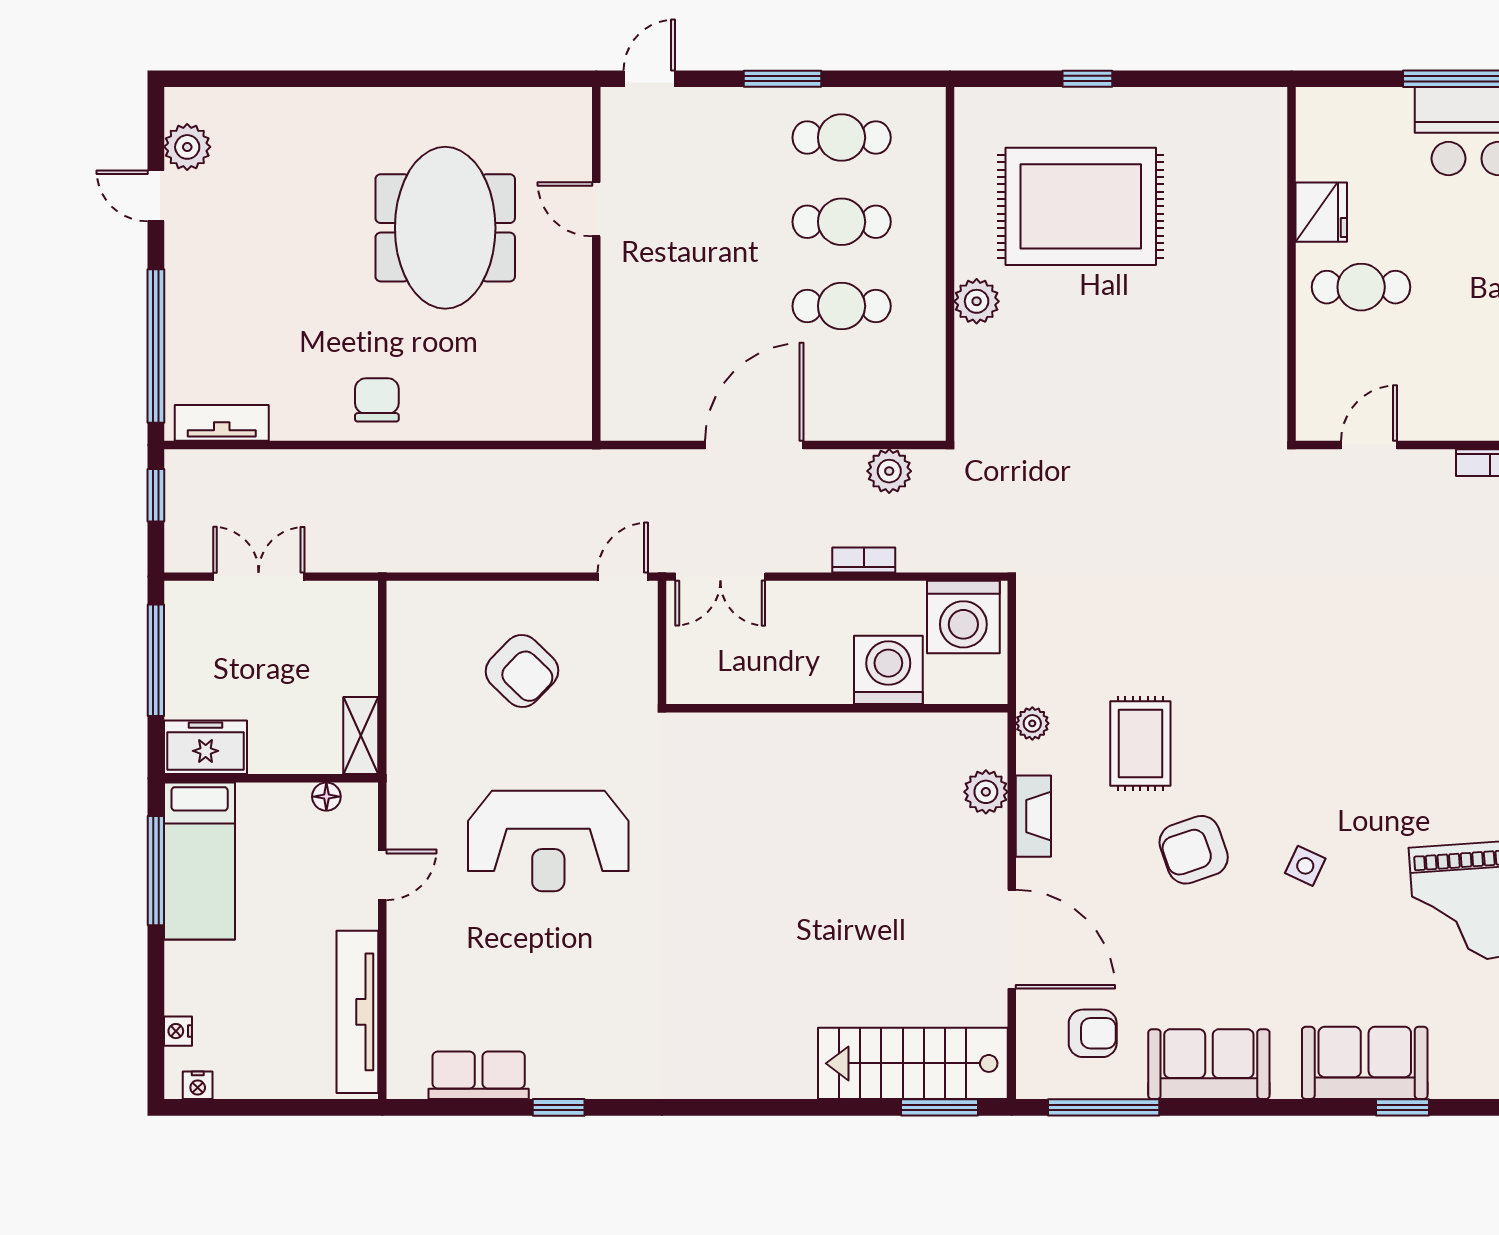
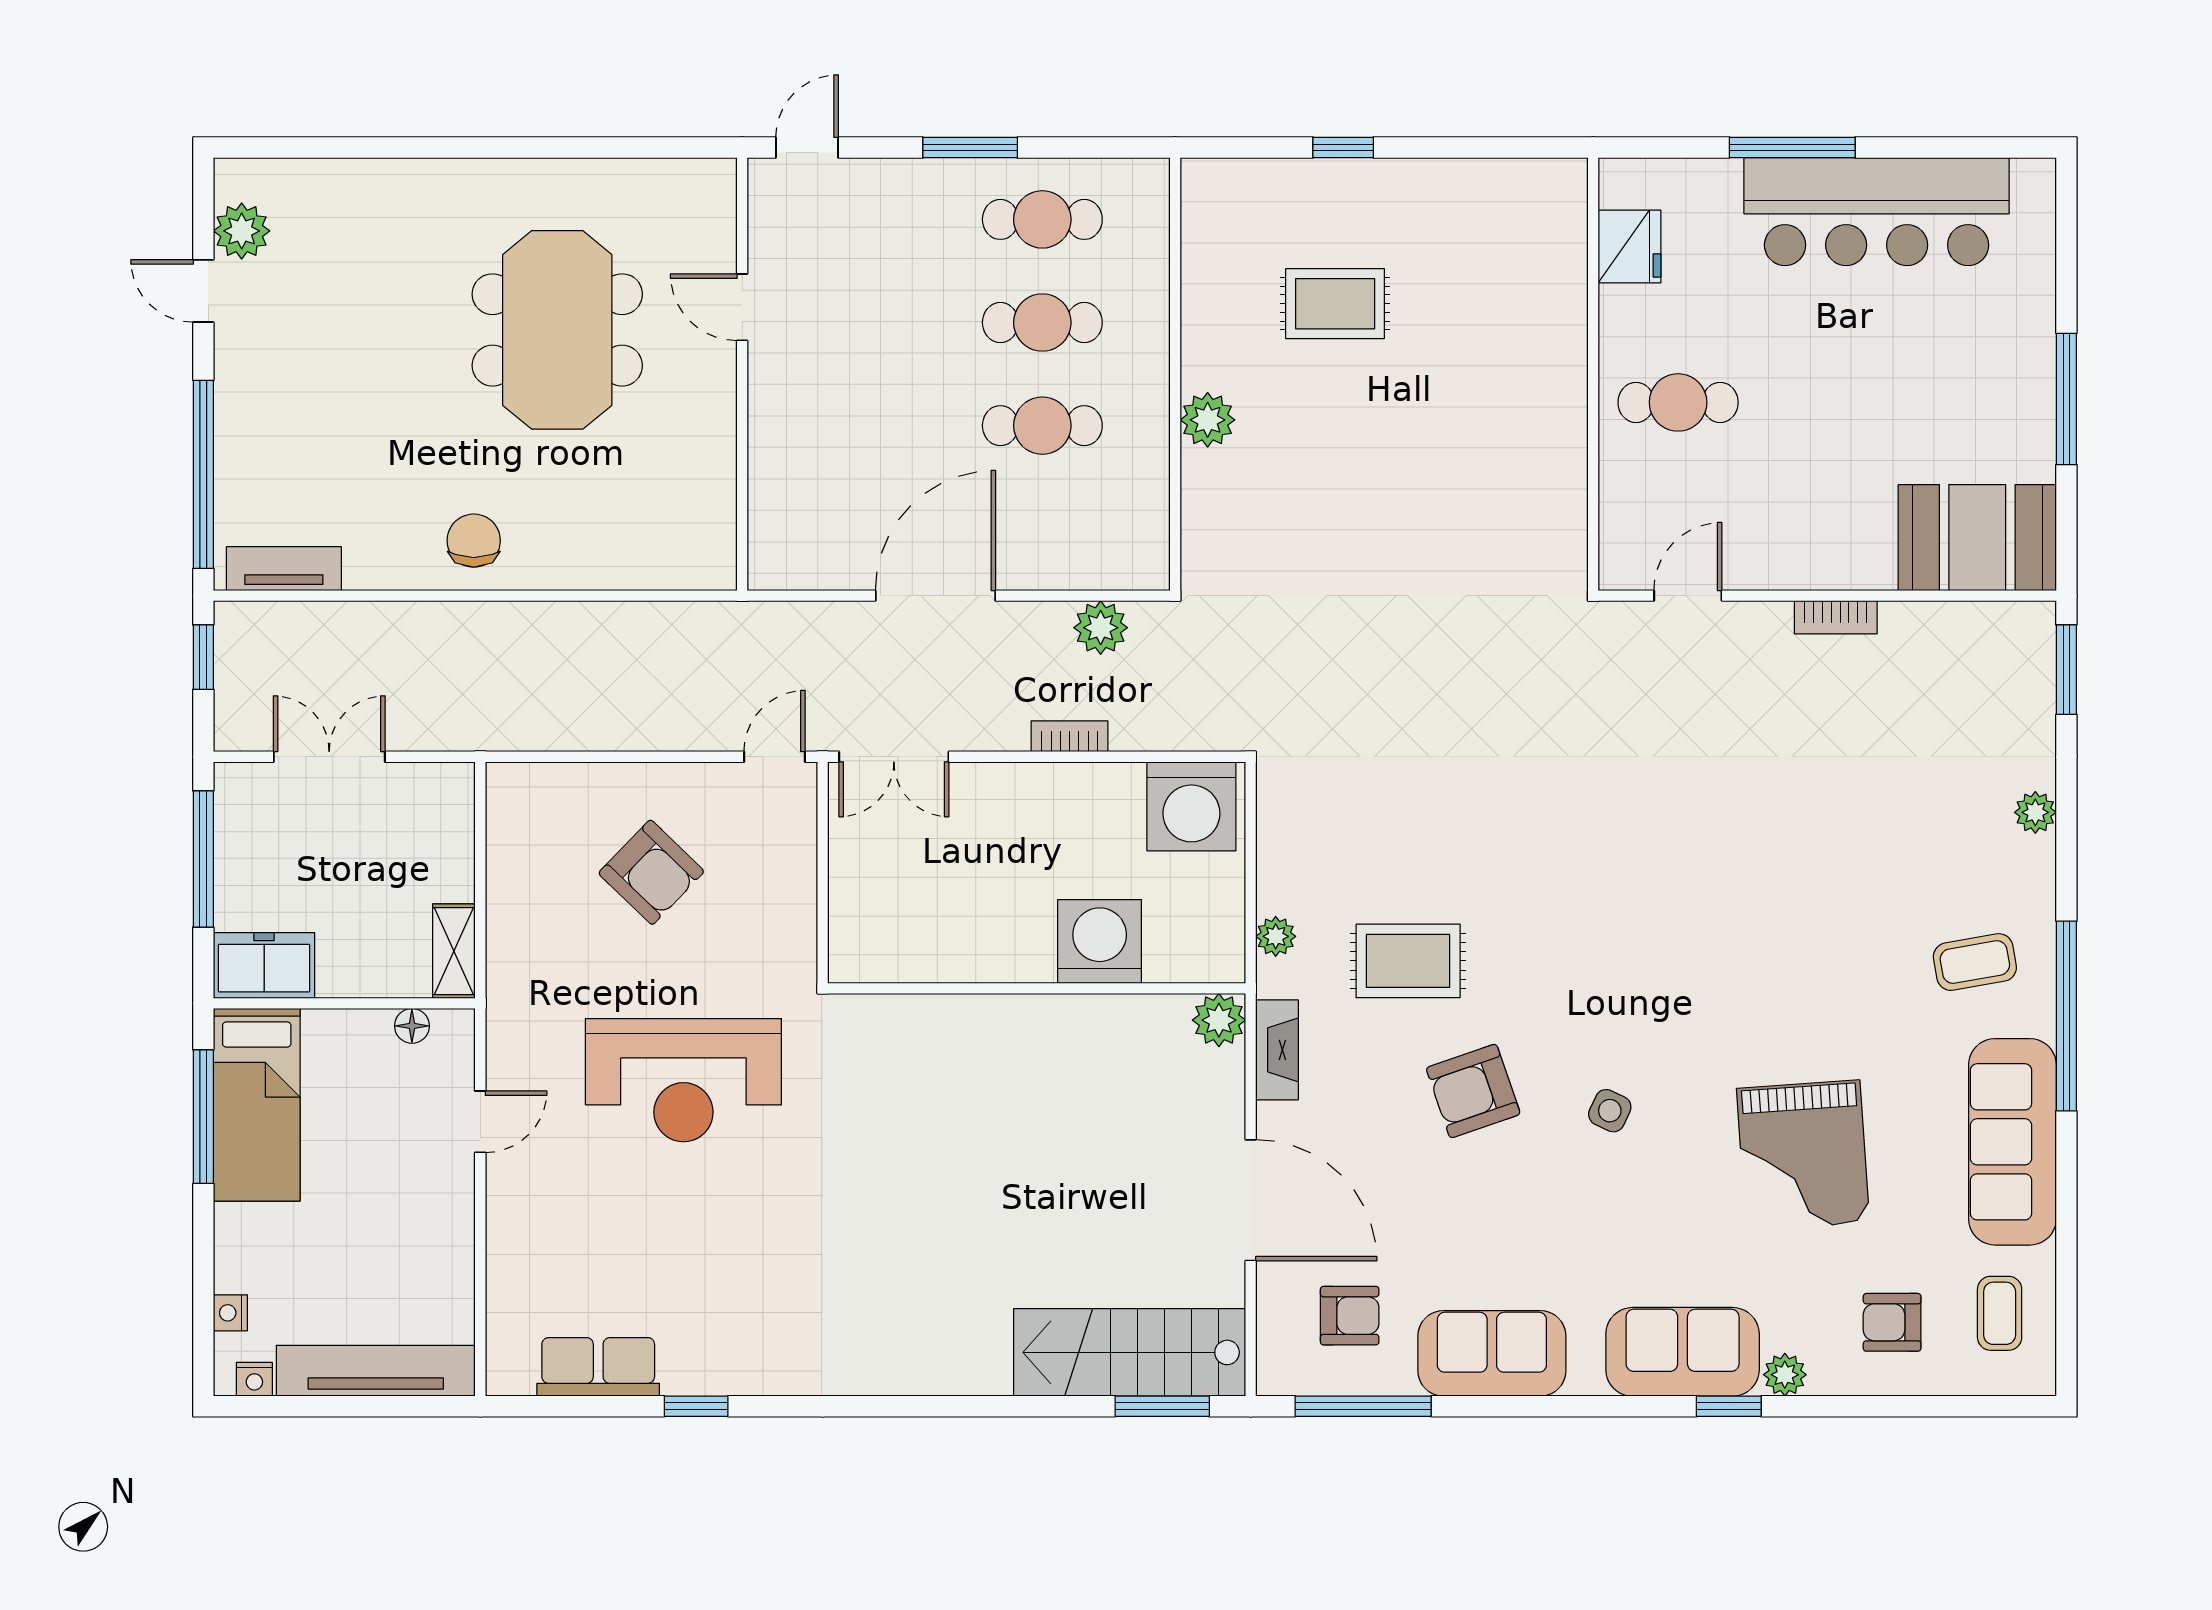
rug: (1081, 206) -> (1335, 304), width x0.54, depth x0.49
fridge: (1321, 212) -> (1629, 247), moved
washing machine: (888, 670) -> (1100, 941), moved
wall: (837, 708) -> (1037, 988), moved
rug: (1140, 743) -> (1408, 961), turned 90
tv unit: (357, 1012) -> (376, 1371), moved, turned 90
plant: (1448, 1082) -> (1785, 1375), added

